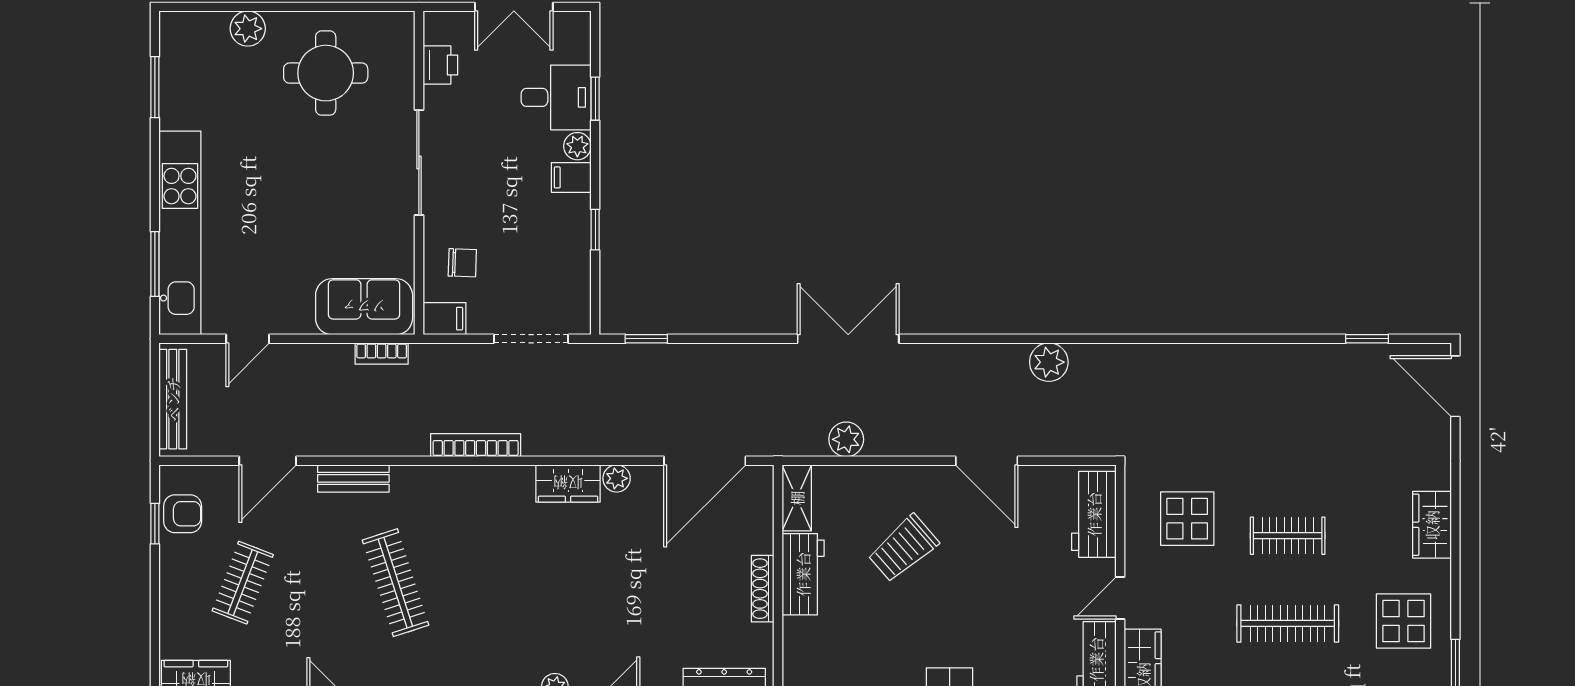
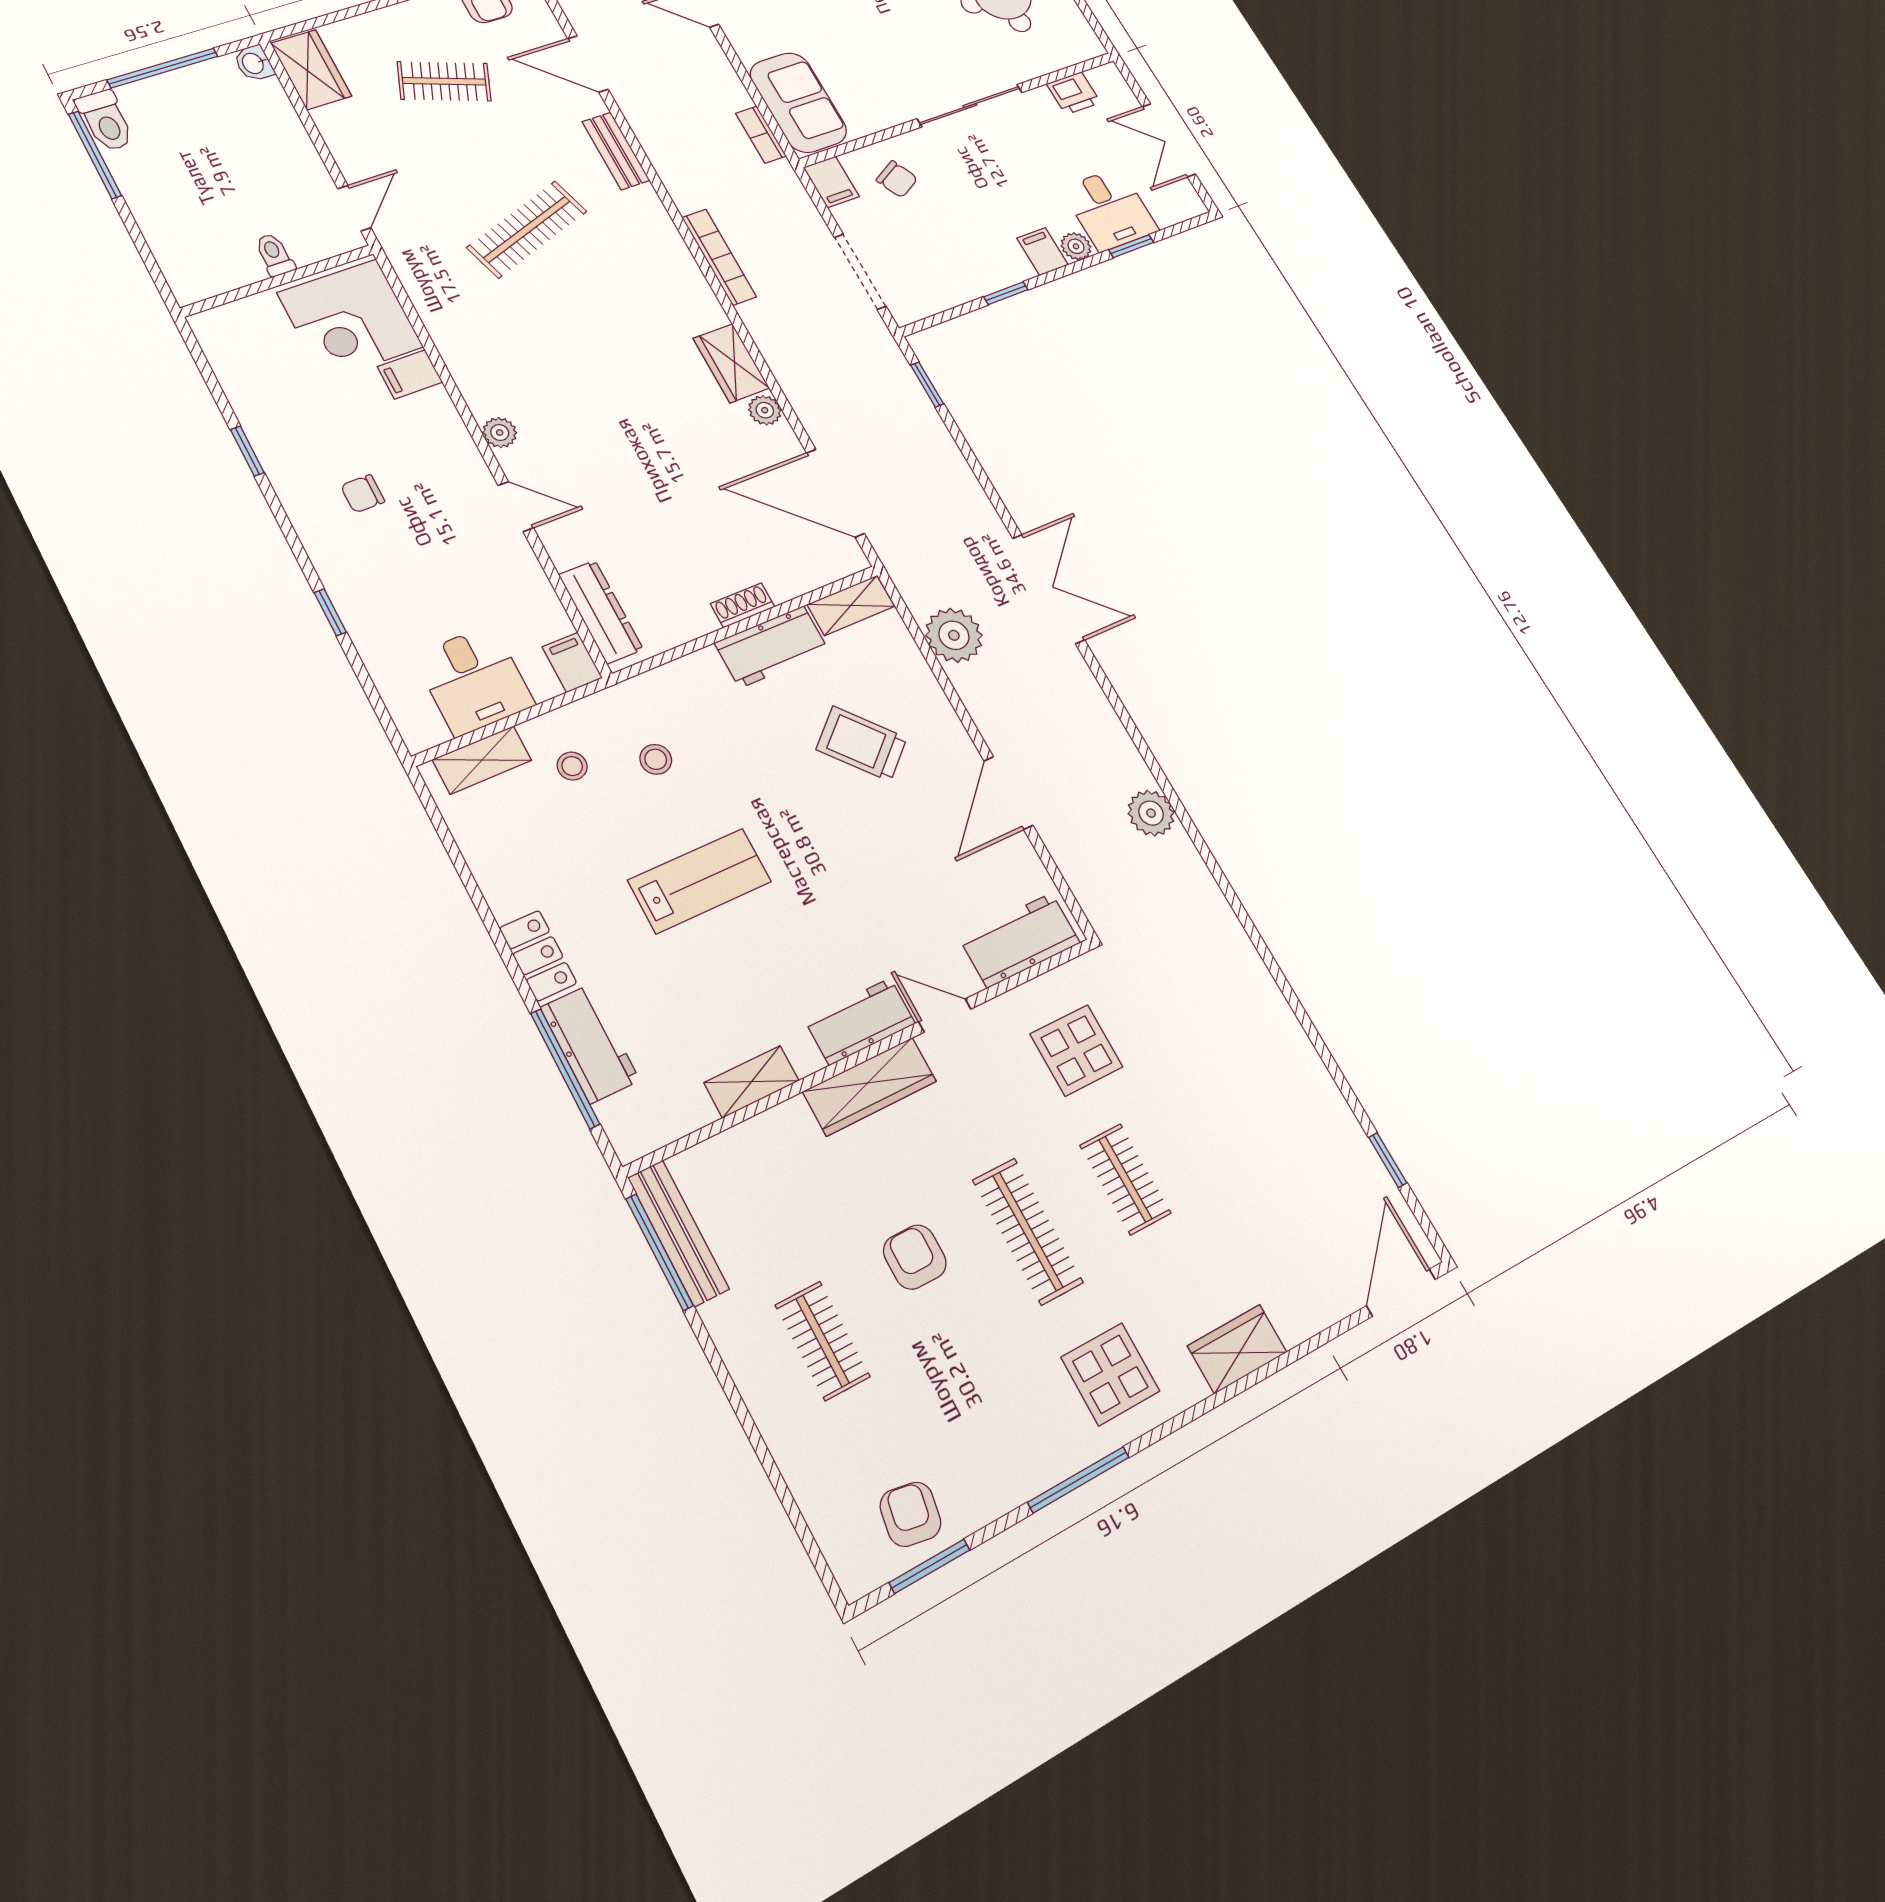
chair: (462, 263) -> (897, 179), turned -30
plant: (846, 439) -> (954, 635), width x1.36, depth x1.36
shoe rack: (763, 589) -> (743, 605), width x0.70

